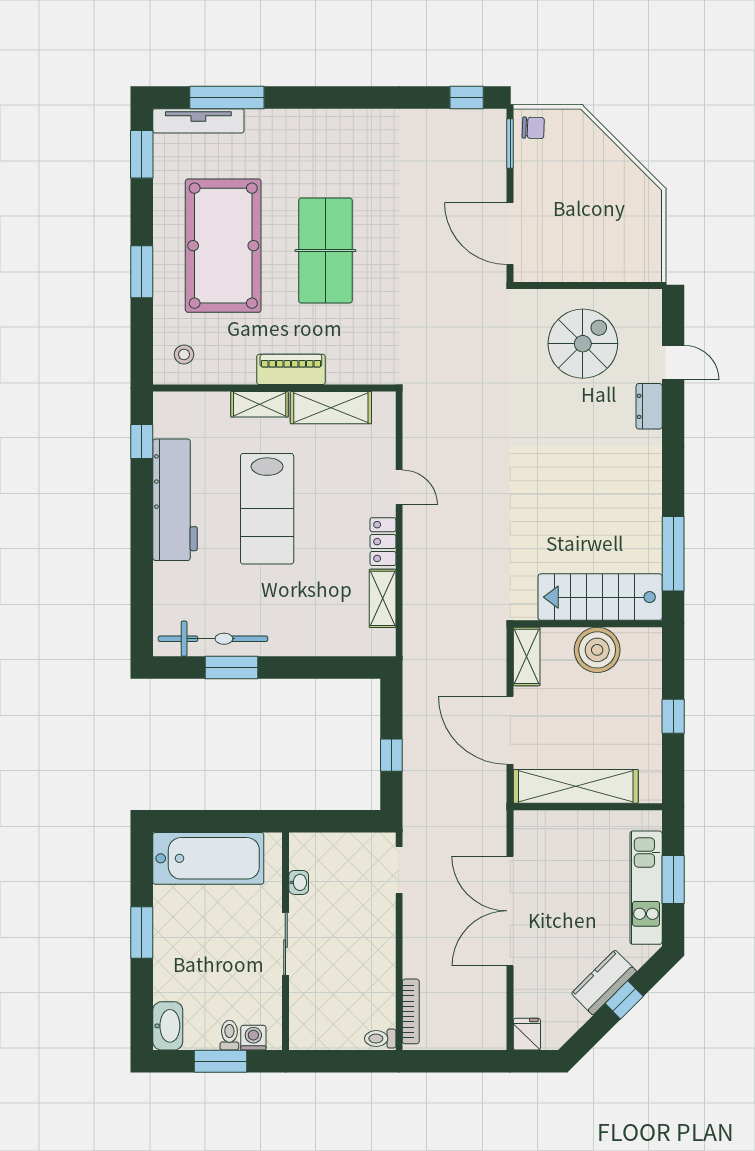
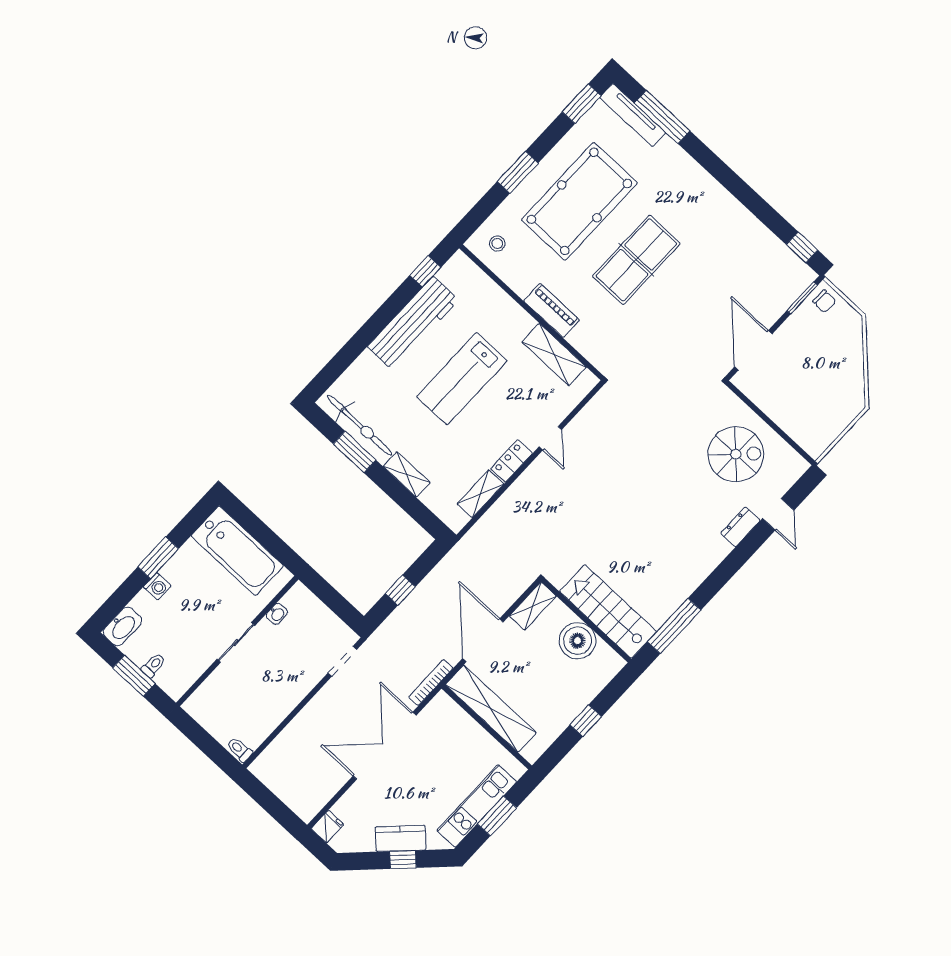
shelving: (260, 404) -> (407, 474), moved
bookcase: (411, 1011) -> (431, 683), moved, turned 180
washing machine: (253, 1038) -> (157, 586), moved, turned 90

